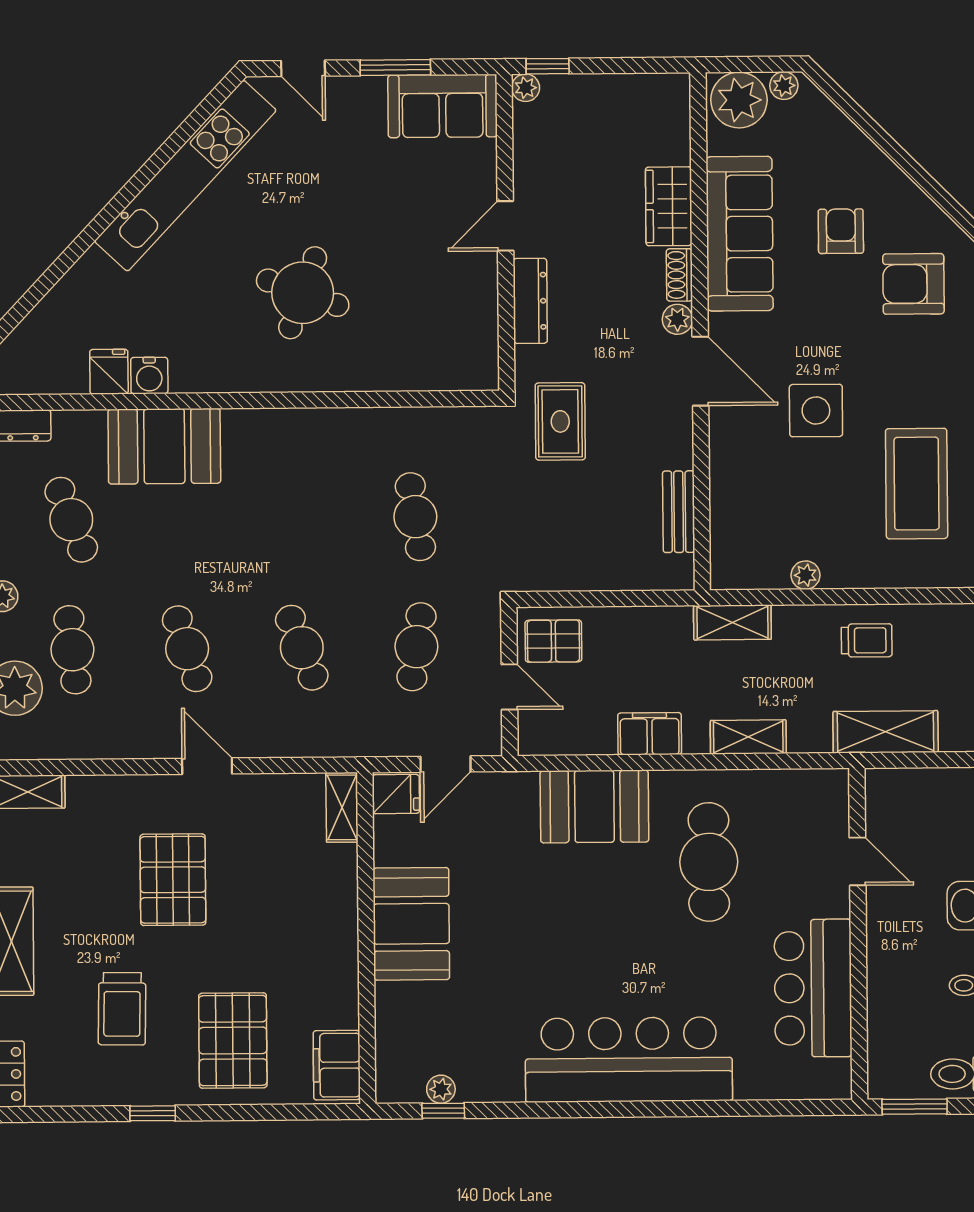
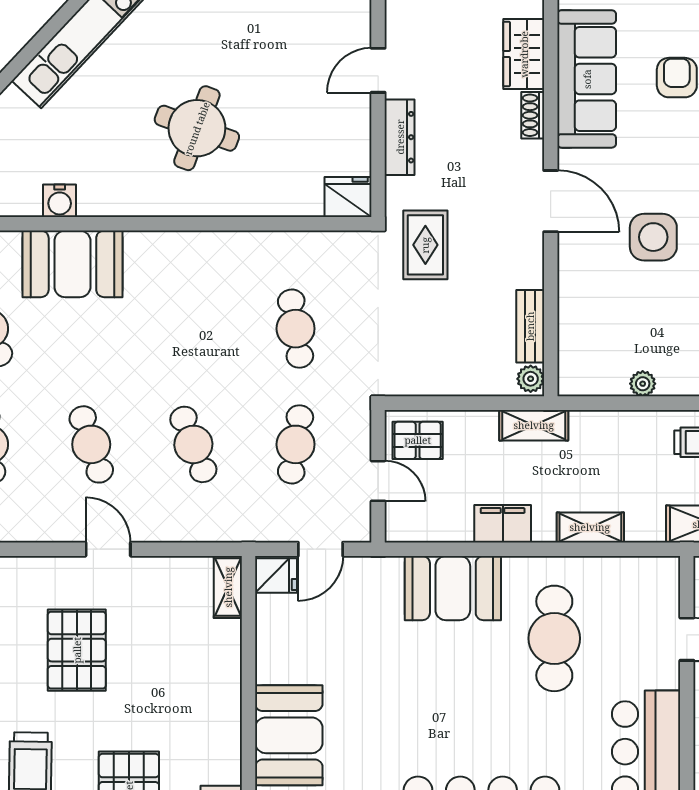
plant: (677, 319) -> (531, 379), moved
fridge: (109, 372) -> (348, 197), moved, width x1.38
shelving: (732, 622) -> (534, 425), moved
booth: (411, 924) -> (289, 735), moved

